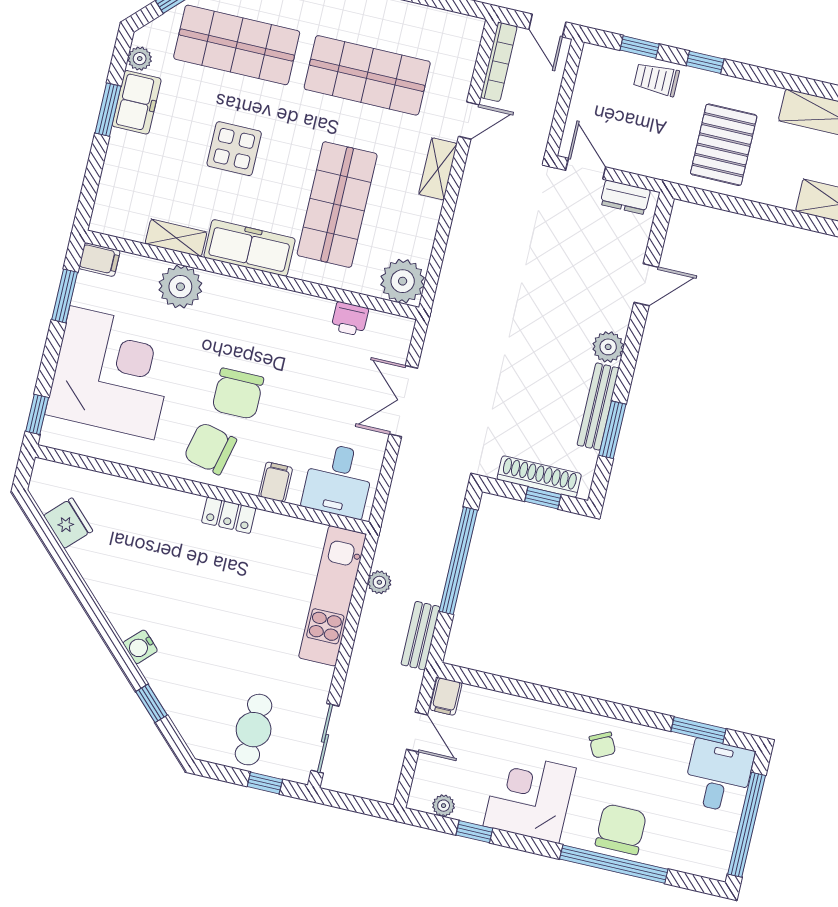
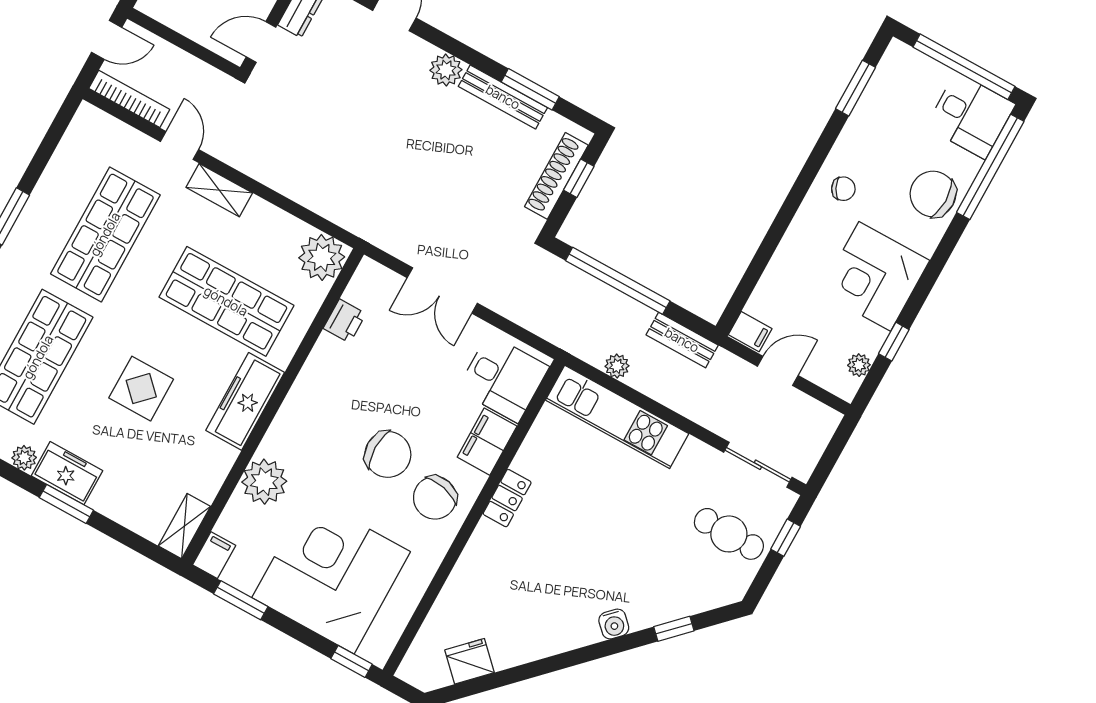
shelving: (176, 238) -> (184, 526), moved
filing cabinet: (276, 482) -> (487, 442), width x2.00
desk: (718, 776) -> (971, 116), moved, turned 180
window: (614, 864) -> (990, 167), moved

